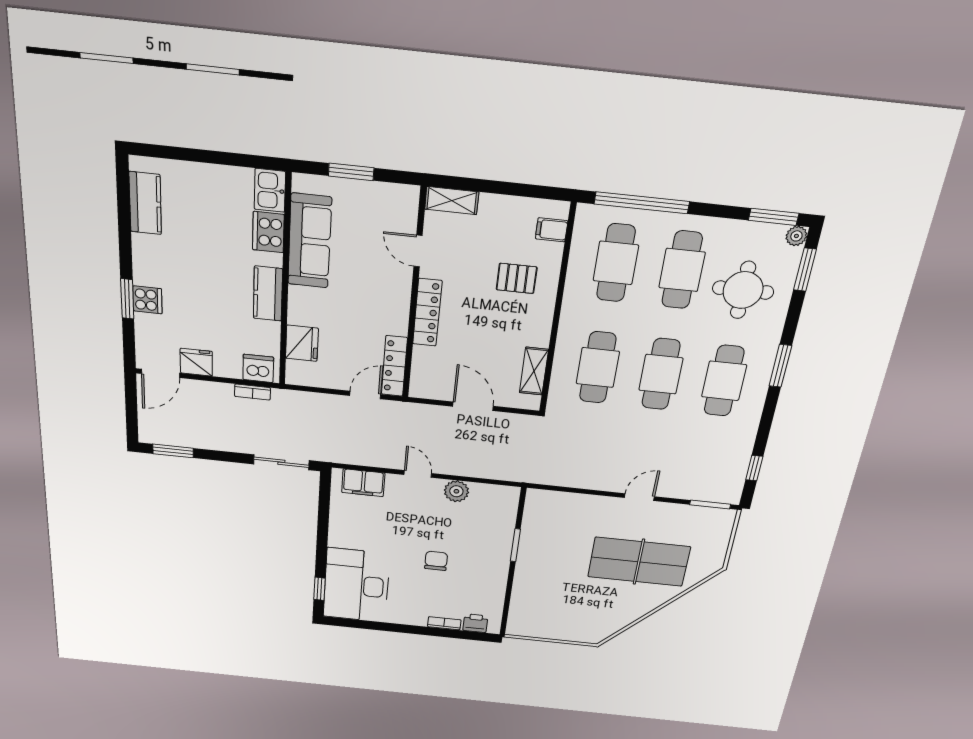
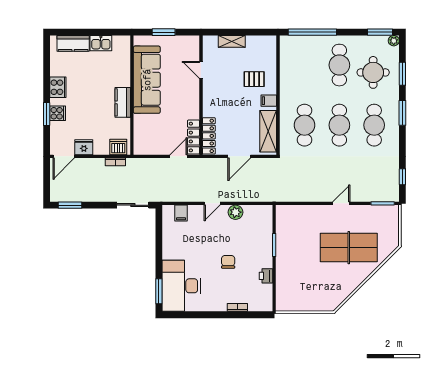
kitchen sink: (270, 190) -> (101, 43), moved, turned -90
shelving: (452, 201) -> (232, 41), moved
kitchen counter: (145, 203) -> (73, 43), moved, turned 90
filing cabinet: (552, 230) -> (269, 101), moved
cooker: (268, 232) -> (58, 87), moved, turned 180
sofa: (310, 241) -> (147, 80), width x1.36, depth x1.27
cafe table: (616, 263) -> (305, 65), removed
window: (805, 270) -> (402, 74), moved
locker: (427, 312) -> (209, 136), moved
fridge: (302, 343) -> (142, 129), removed
shelving: (534, 371) -> (268, 131), width x1.50, depth x1.33
door: (473, 406) -> (239, 156), swing flipped
door: (418, 474) -> (212, 203), swing flipped
filing cabinet: (363, 483) -> (181, 213), width x0.50
window: (320, 589) -> (159, 291), width x1.50
printer: (475, 623) -> (266, 276), moved, turned -90

